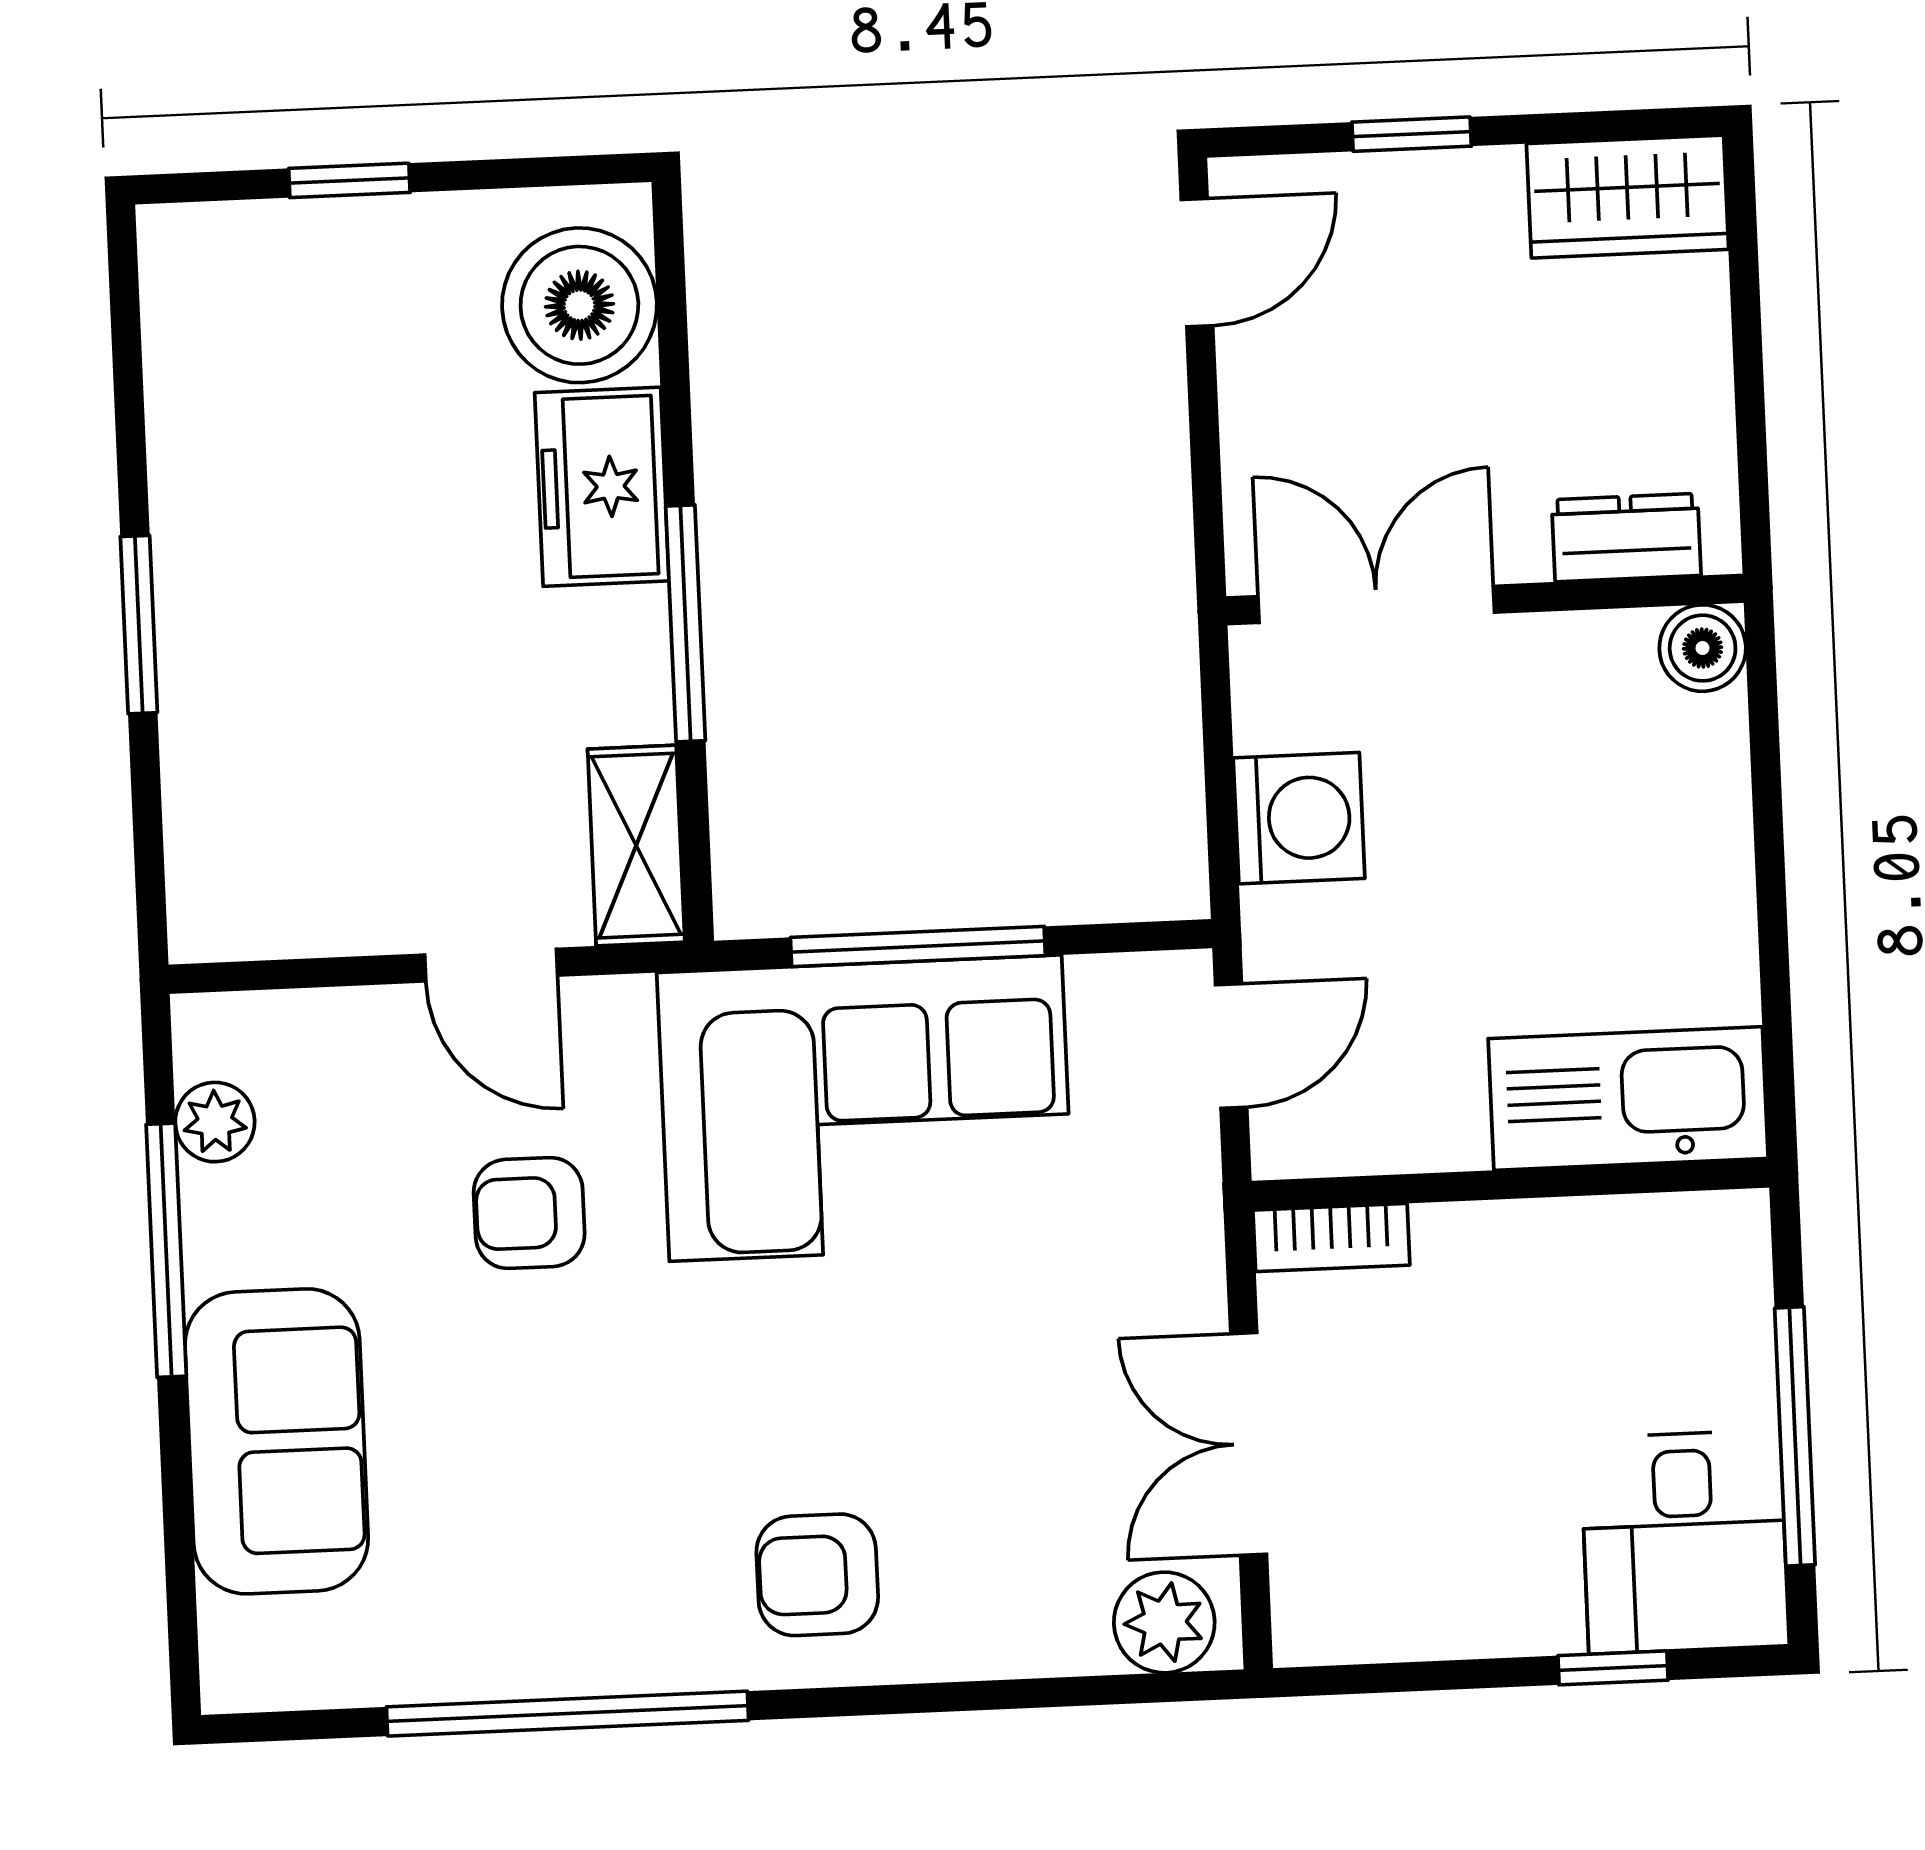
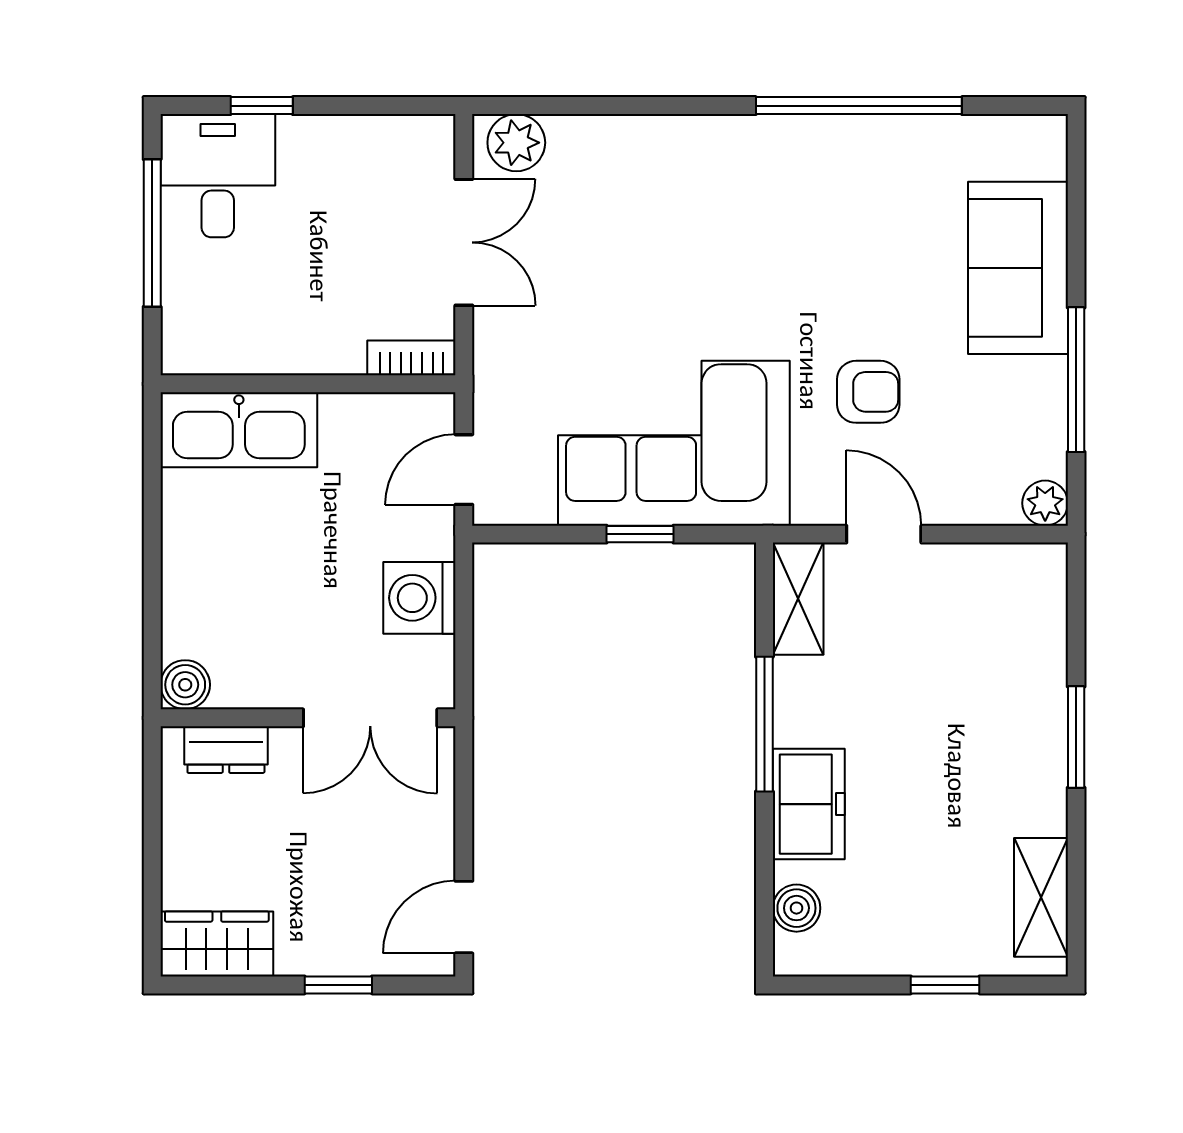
boiler: (579, 305) -> (796, 908), width x0.54, depth x0.54
shelving: (188, 341) -> (1041, 897), added
window: (918, 946) -> (640, 534), width x0.46
plant: (215, 1122) -> (1045, 503), moved
armchair: (817, 1575) -> (713, 178), removed

